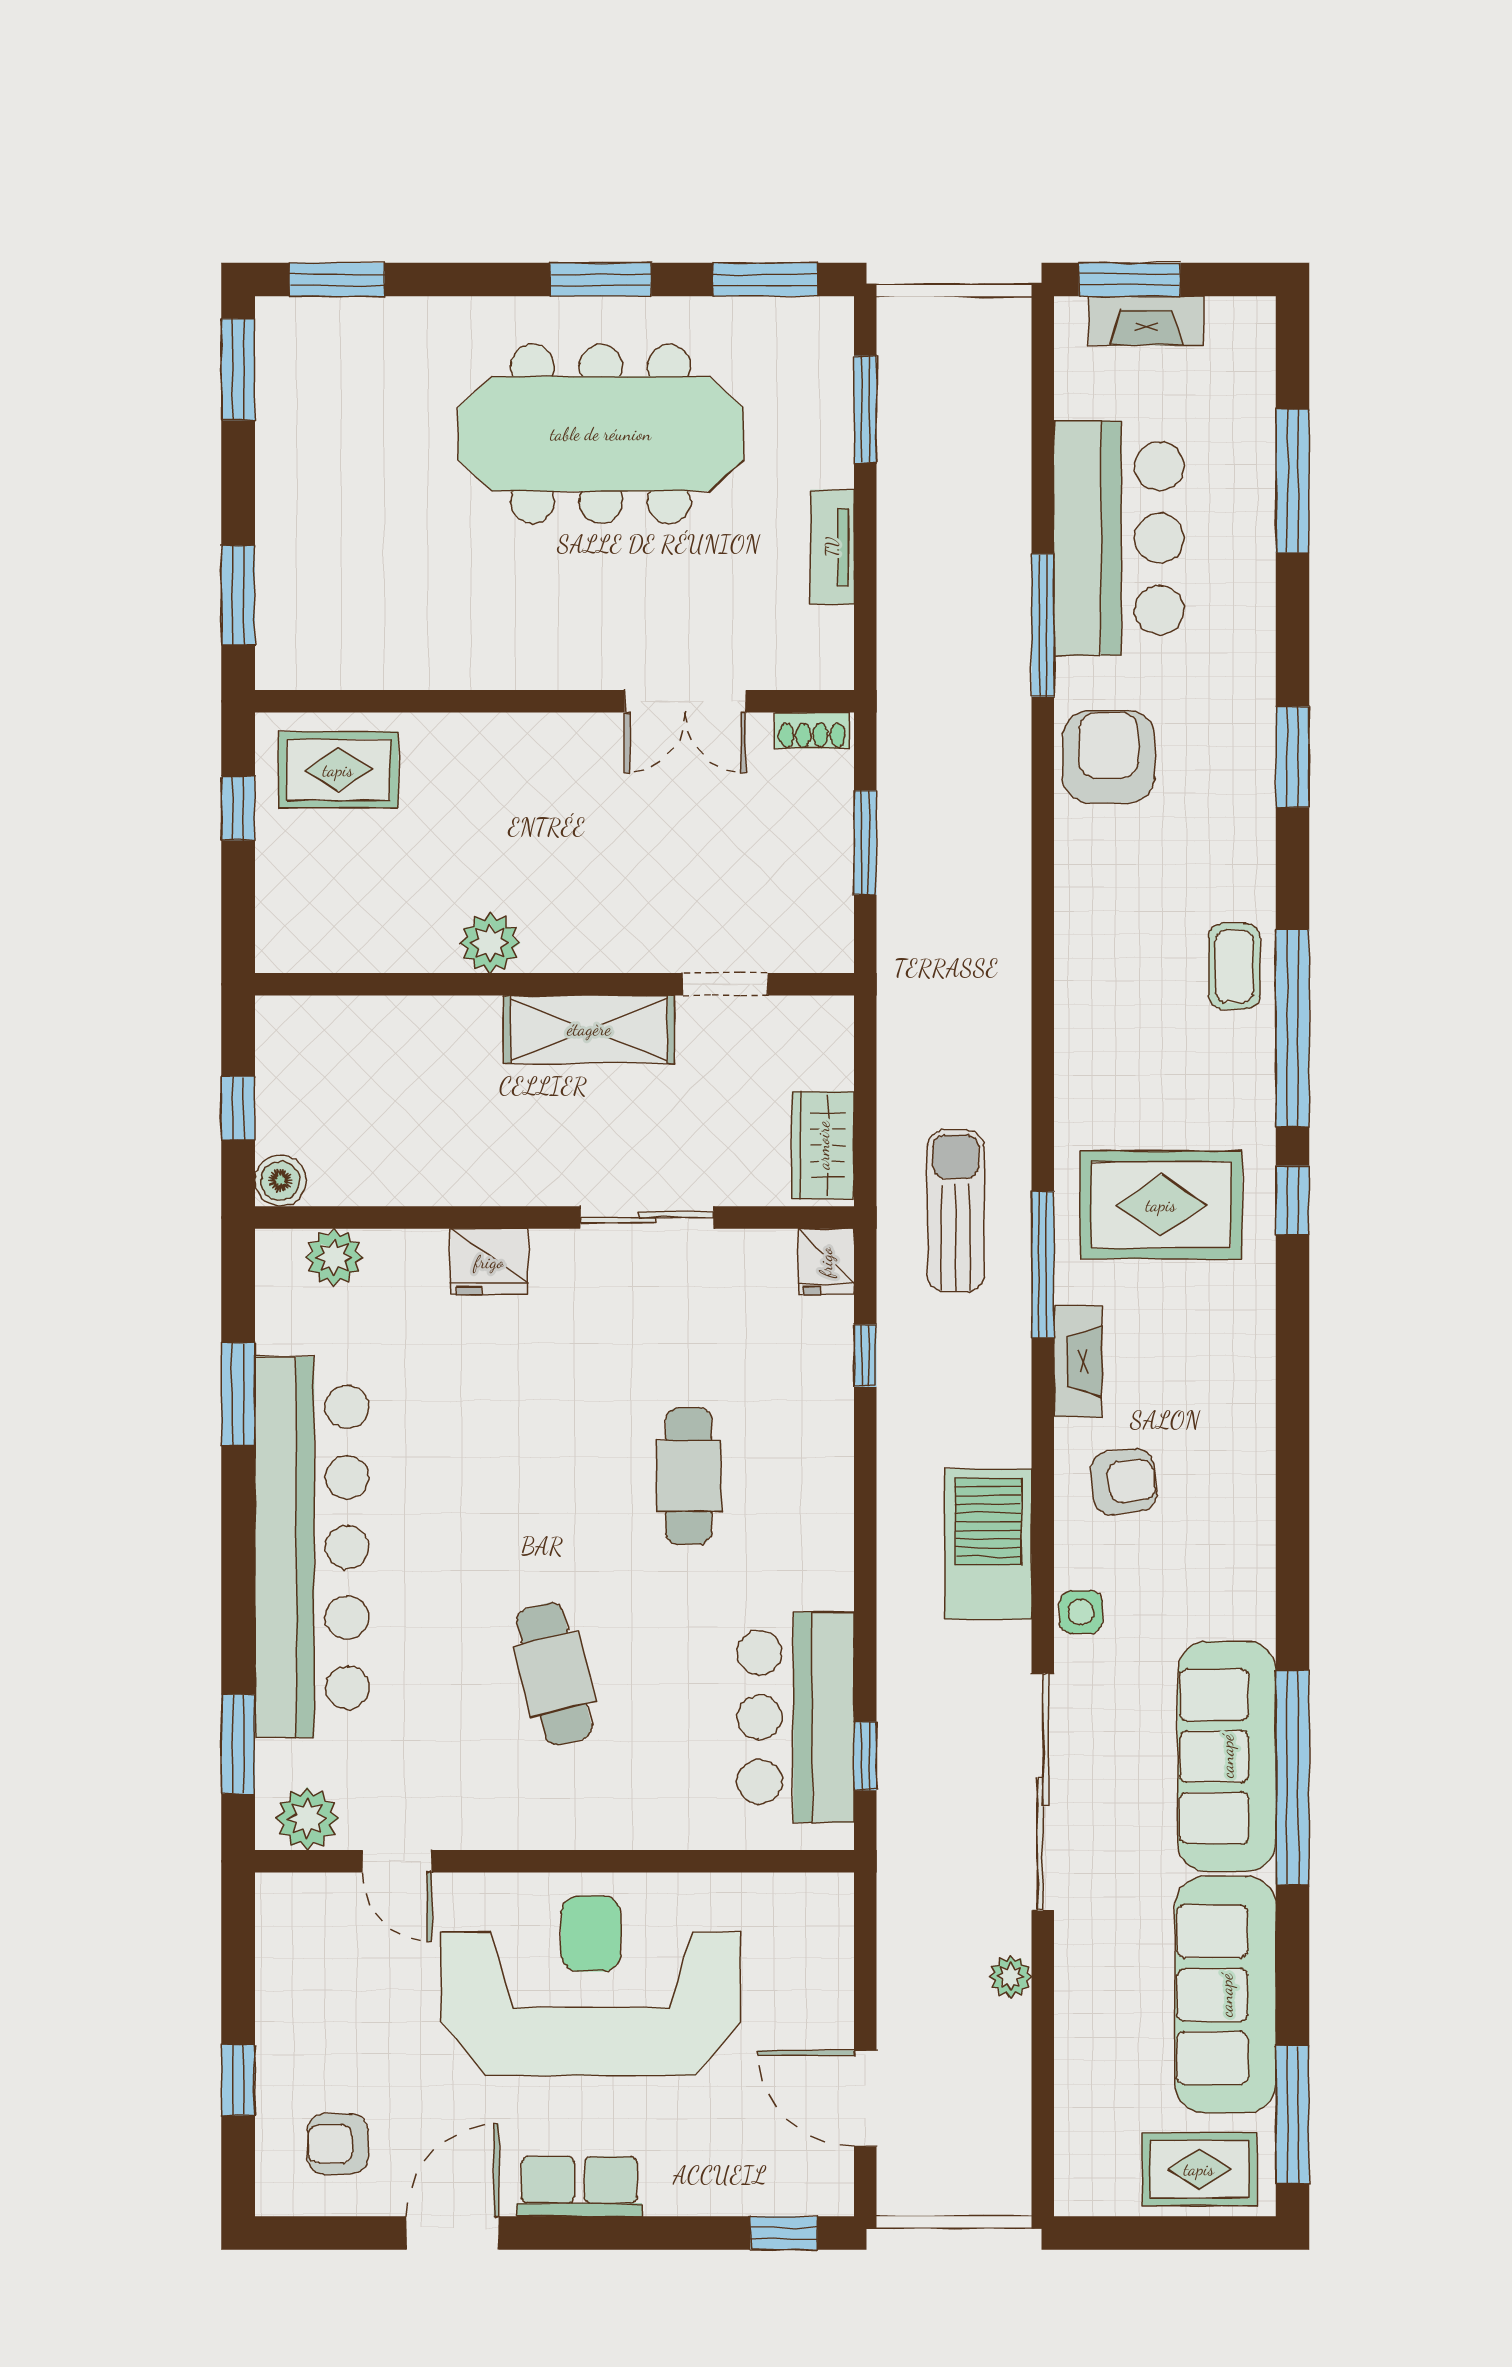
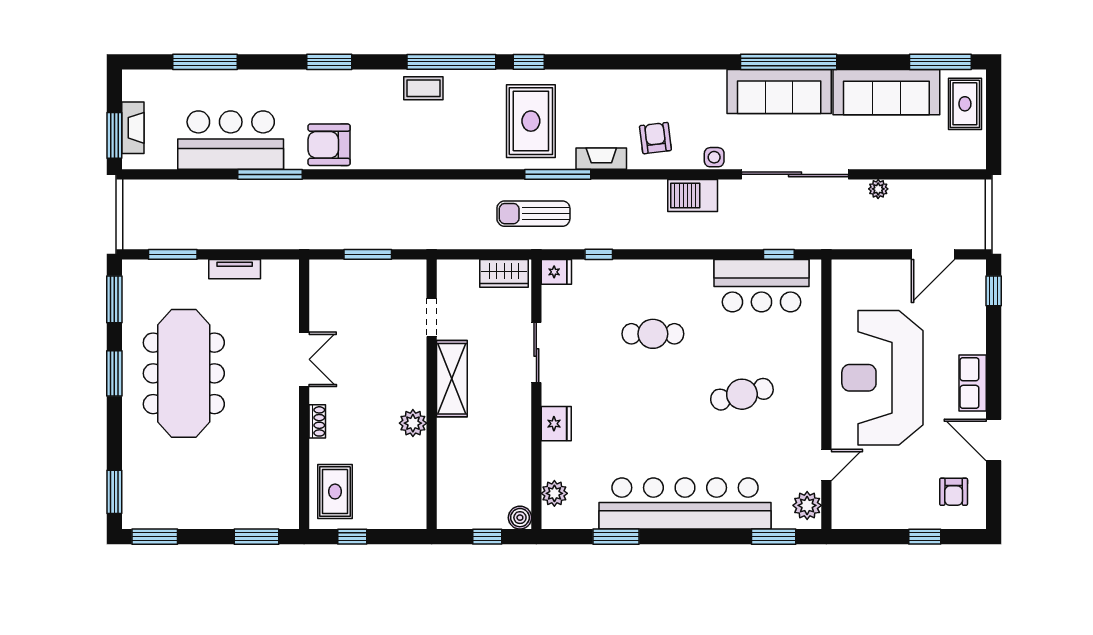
double door: (685, 701) -> (304, 359), moved
shoe rack: (812, 730) -> (317, 421), moved
barbecue: (988, 1544) -> (693, 196), width x0.73, depth x0.83

